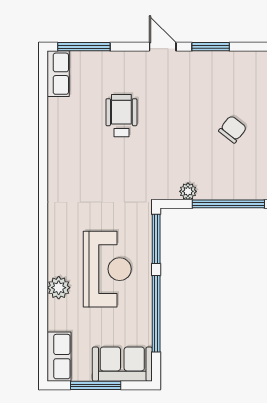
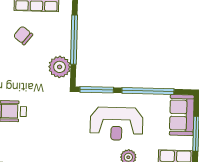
plant: (188, 191) -> (60, 67), width x1.88, depth x1.88
reception desk: (107, 269) -> (117, 124), turned 180

